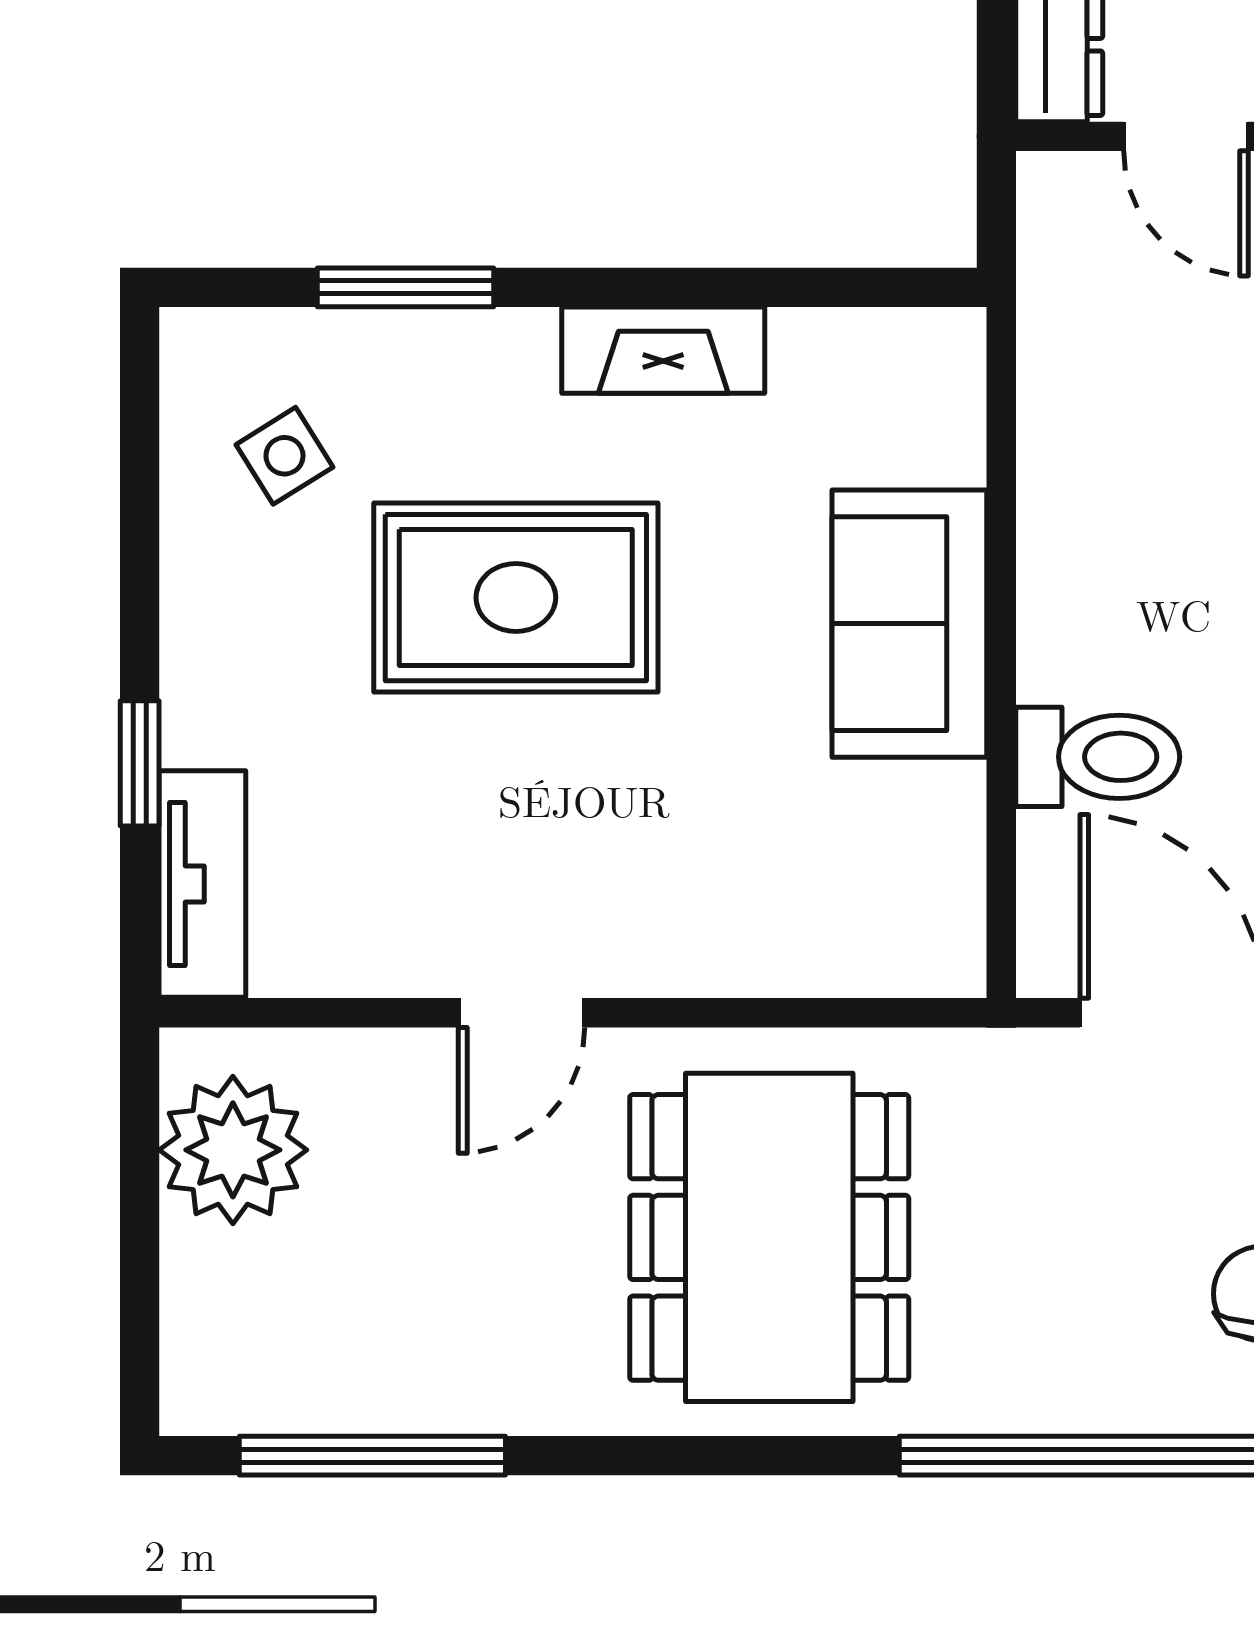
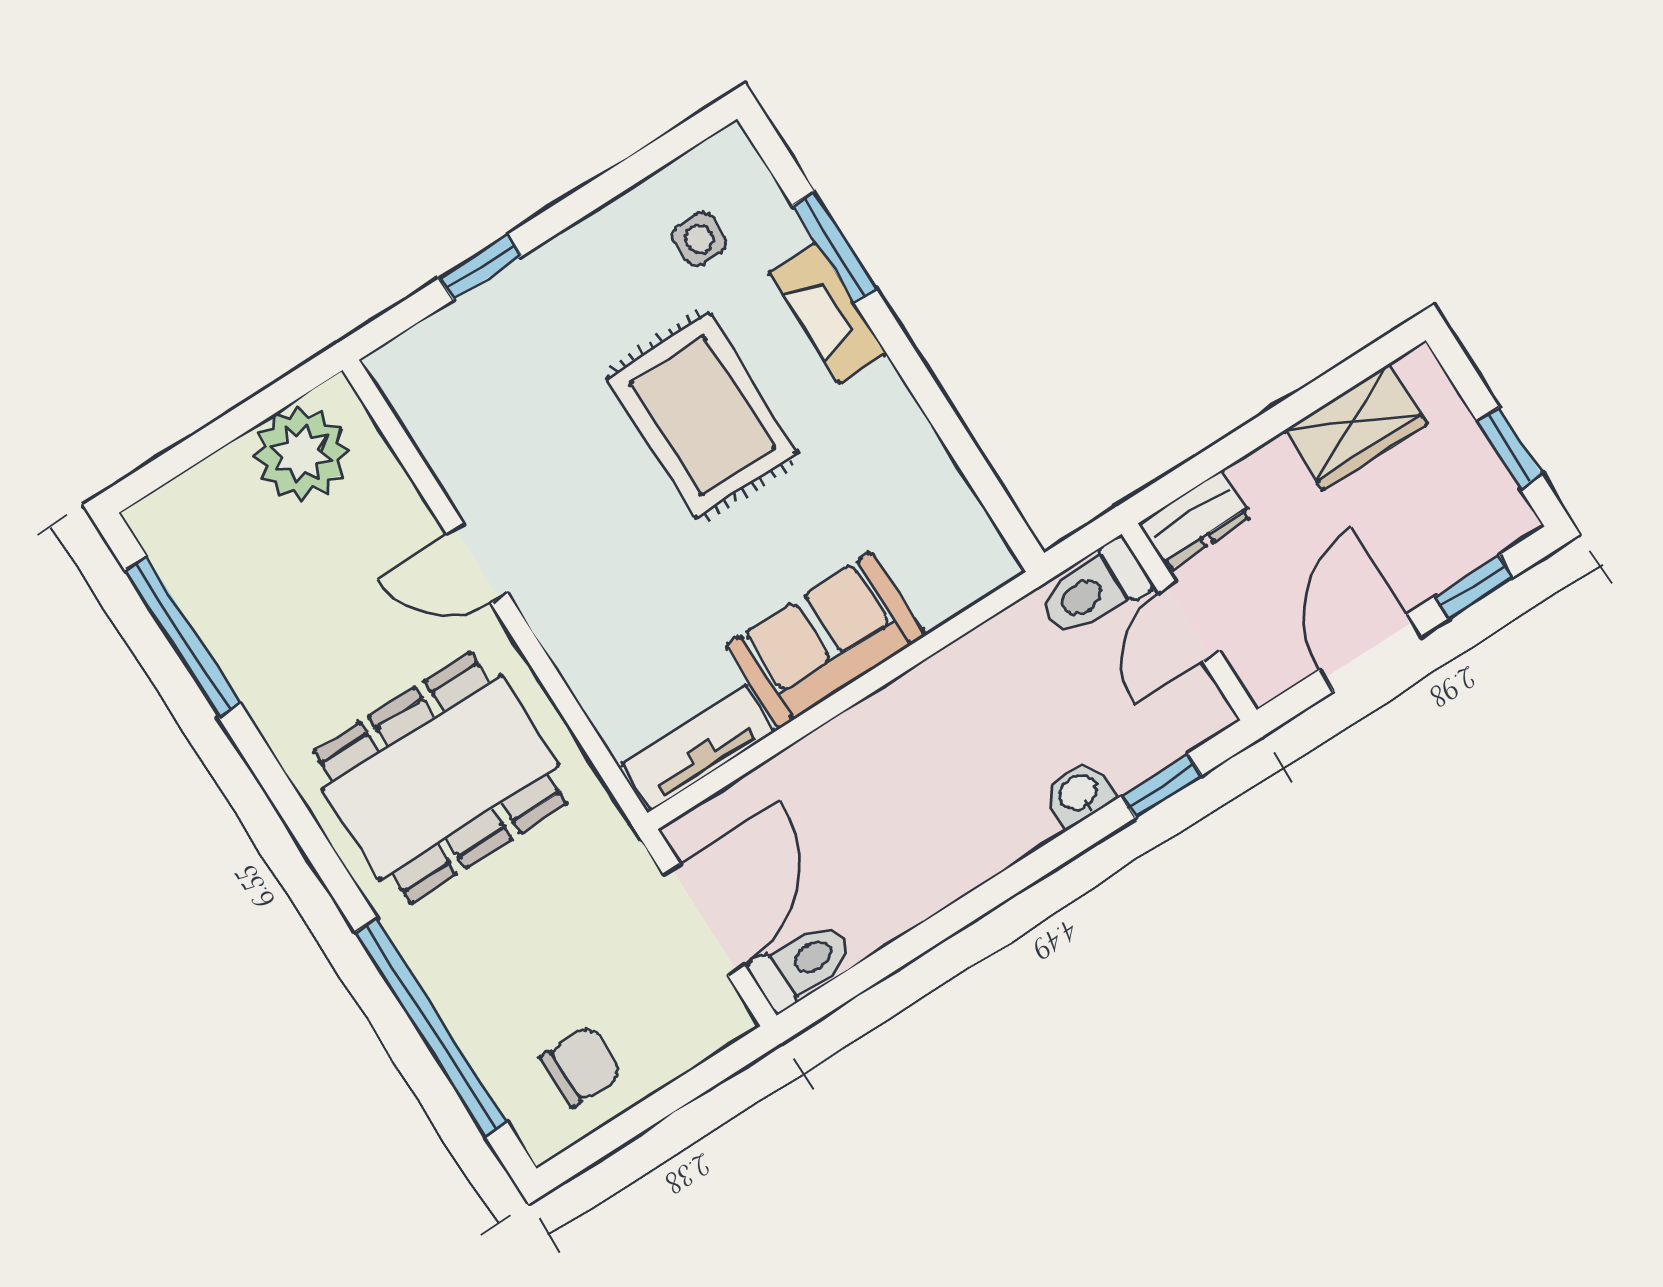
fireplace: (663, 350) -> (828, 313), moved
side table: (284, 456) -> (699, 239), turned 32
toilet: (1098, 757) -> (1094, 589), moved, turned 90
tv unit: (202, 884) -> (698, 748), moved, turned 180

